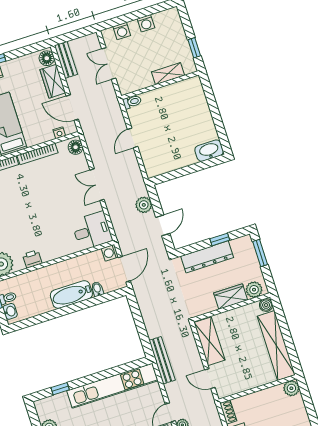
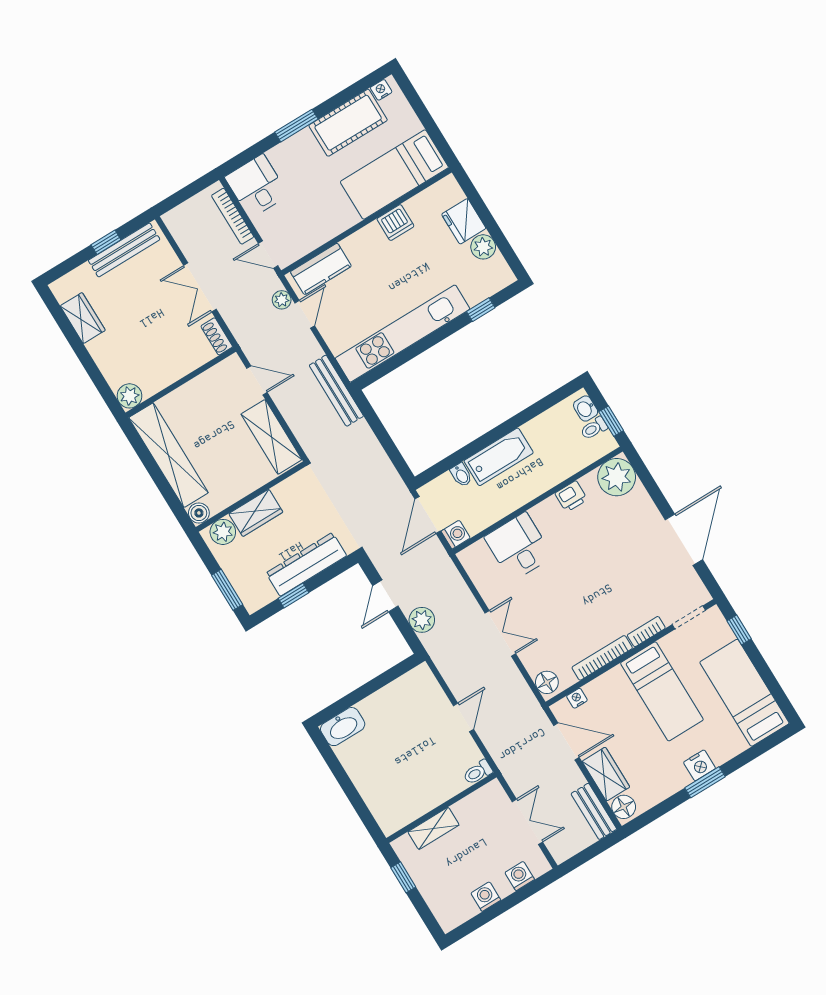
desk: (92, 231) -> (519, 547), moved, turned 90

